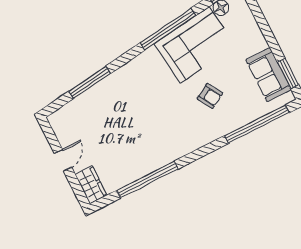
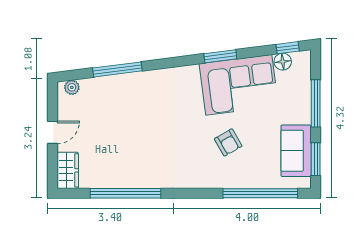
window: (265, 28) -> (316, 103), added
window: (168, 29) -> (220, 56), width x0.47
plant: (60, 116) -> (72, 87), added

